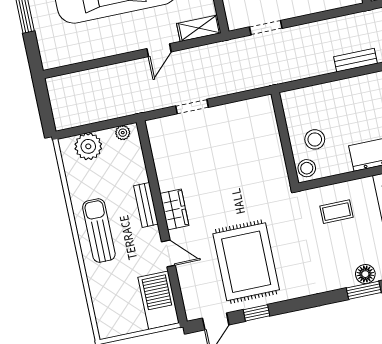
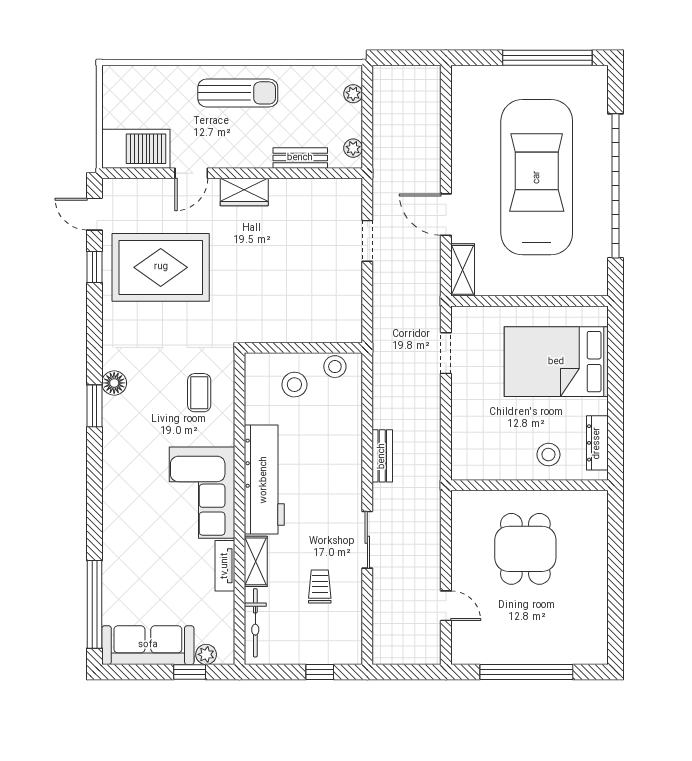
door: (159, 50) -> (446, 215), width x1.38
plant: (88, 146) -> (353, 94), width x0.53, depth x0.53
stool: (307, 168) -> (335, 367), moved
bench: (146, 205) -> (300, 158), moved
floor lamp: (365, 274) -> (114, 383), moved

